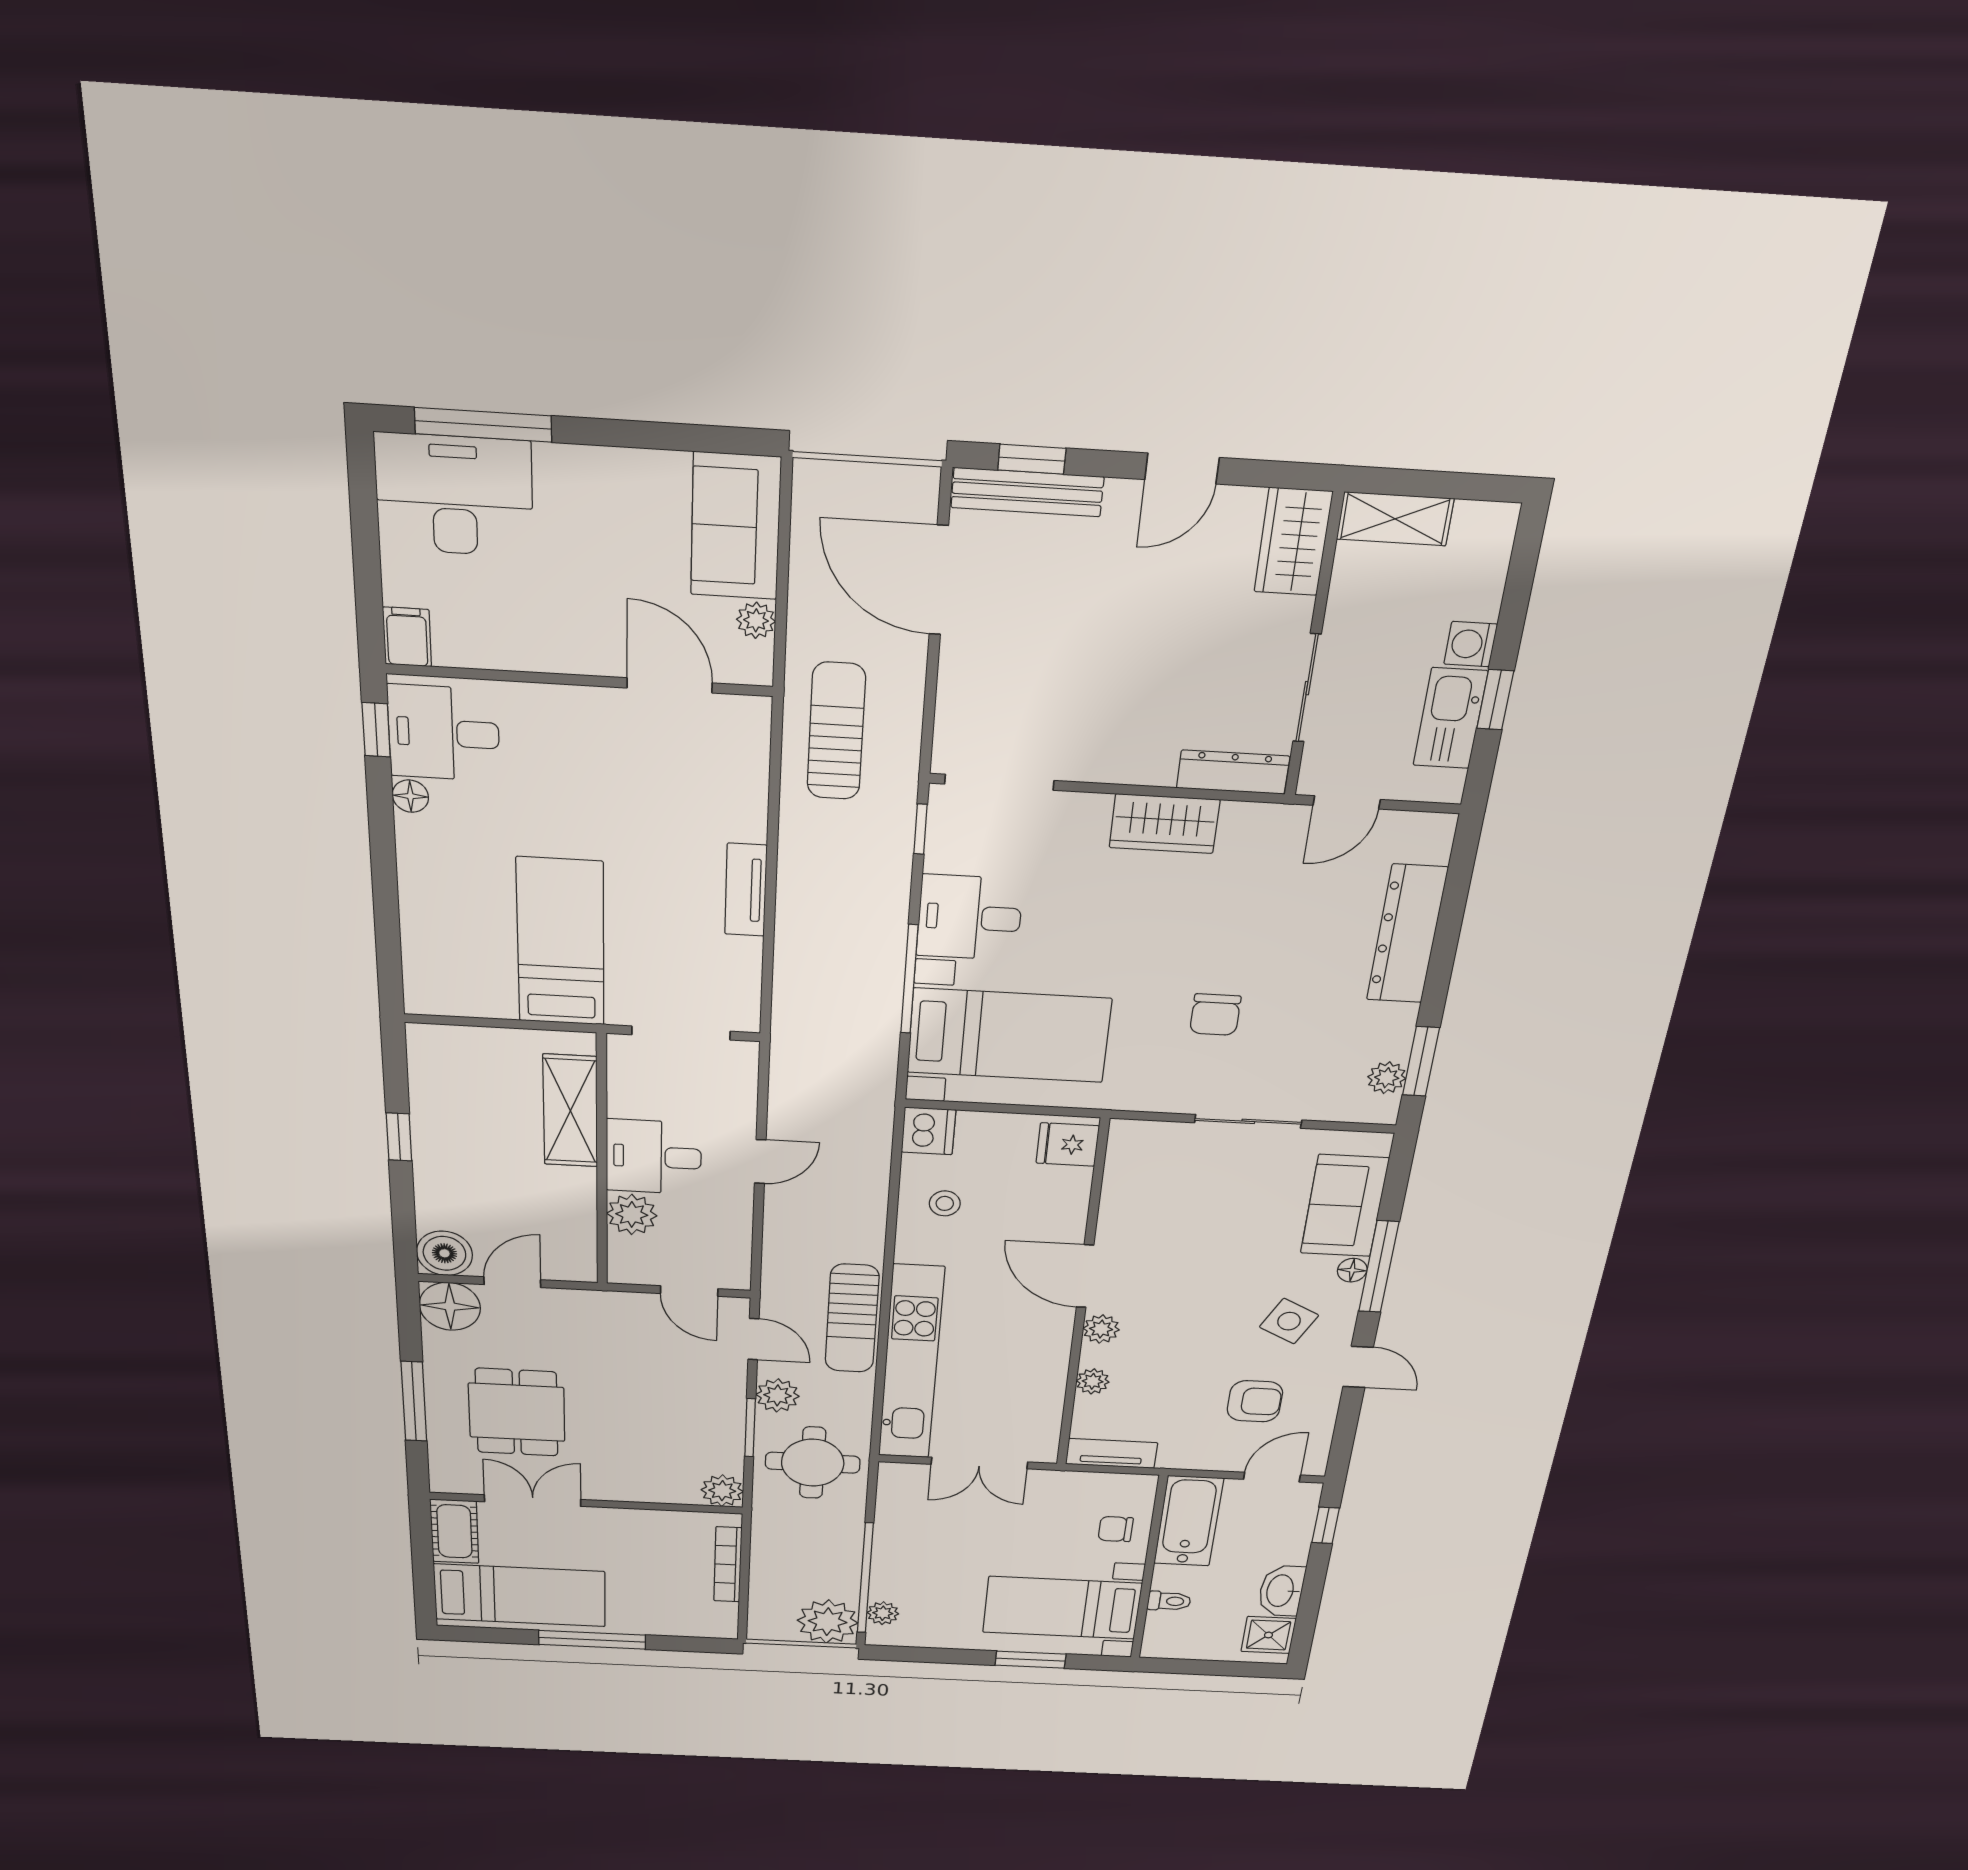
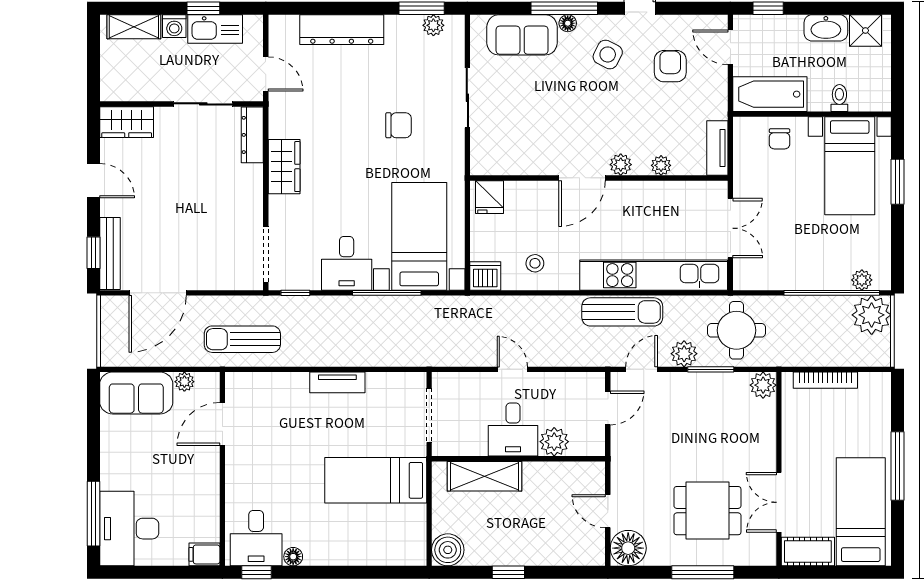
shelving: (1395, 519) -> (134, 27), moved, turned 90
boiler: (444, 1253) -> (448, 550), moved

